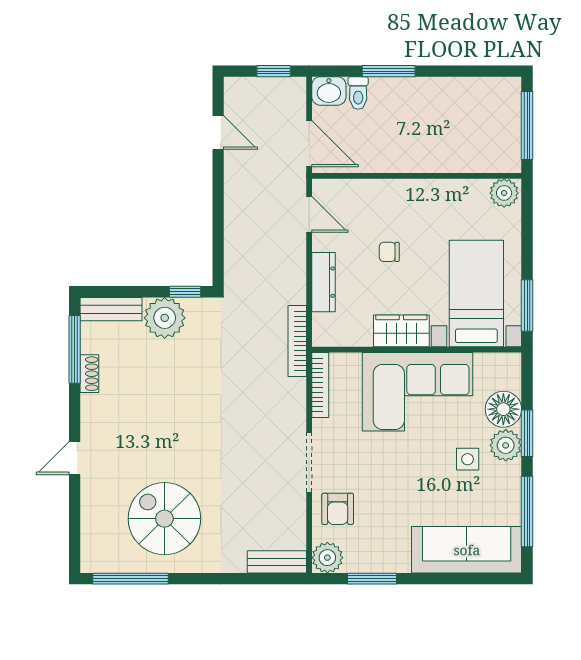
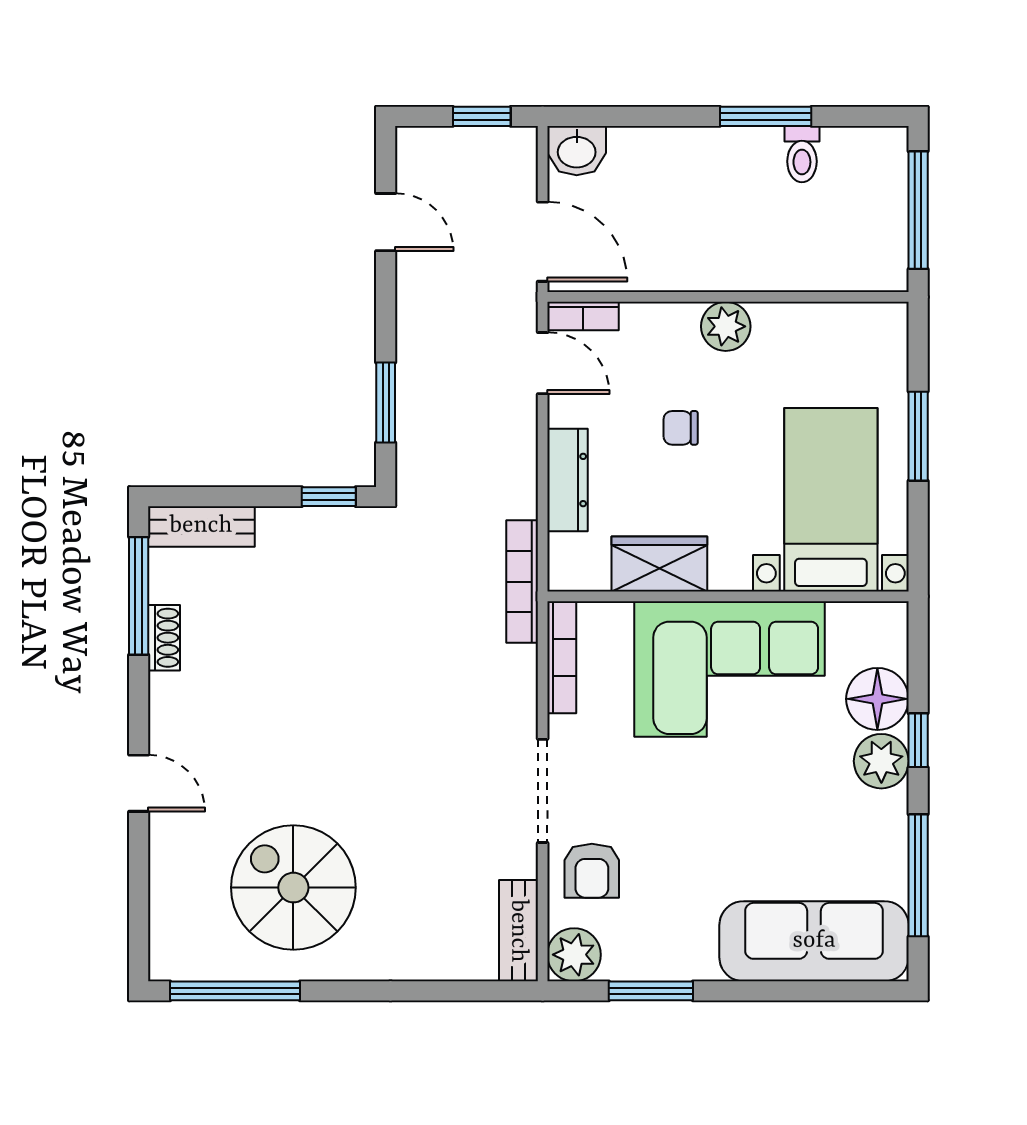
window: (389, 71) -> (766, 116), moved
toilet: (358, 93) -> (802, 154), moved
bookcase: (333, 187) -> (583, 316), added
plant: (504, 193) -> (726, 326), moved
window: (218, 237) -> (386, 402), added
window: (527, 306) -> (918, 436), moved
plant: (165, 318) -> (294, 542), removed
wardrobe: (401, 331) -> (659, 564), moved
window: (527, 433) -> (918, 740), width x0.67
door: (75, 458) -> (139, 783), swing flipped
side table: (468, 459) -> (816, 785), removed
bench: (277, 562) -> (518, 931), moved, turned 90

